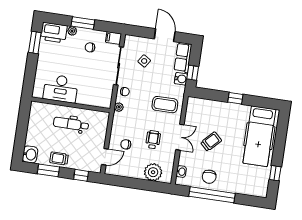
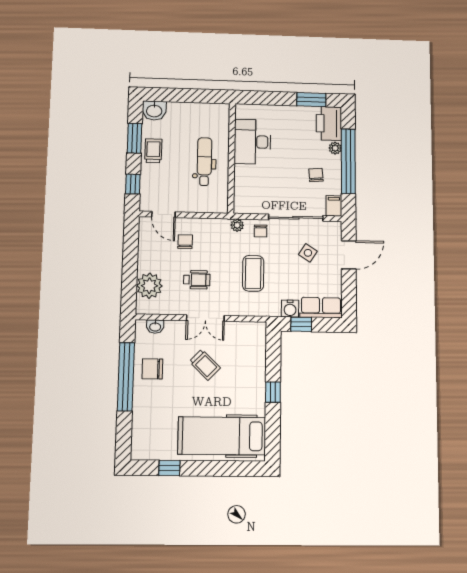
window: (83, 23) -> (348, 161), width x2.11
door: (165, 35) -> (349, 255), moved
coffee table: (165, 105) -> (253, 273), moved

